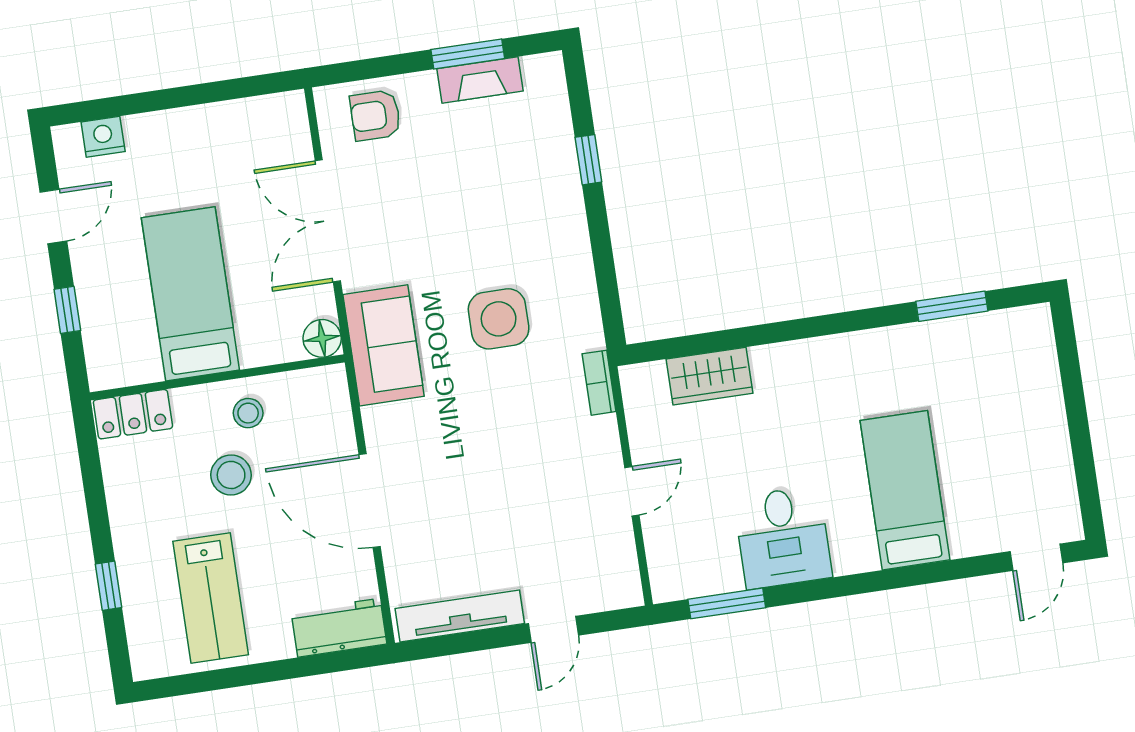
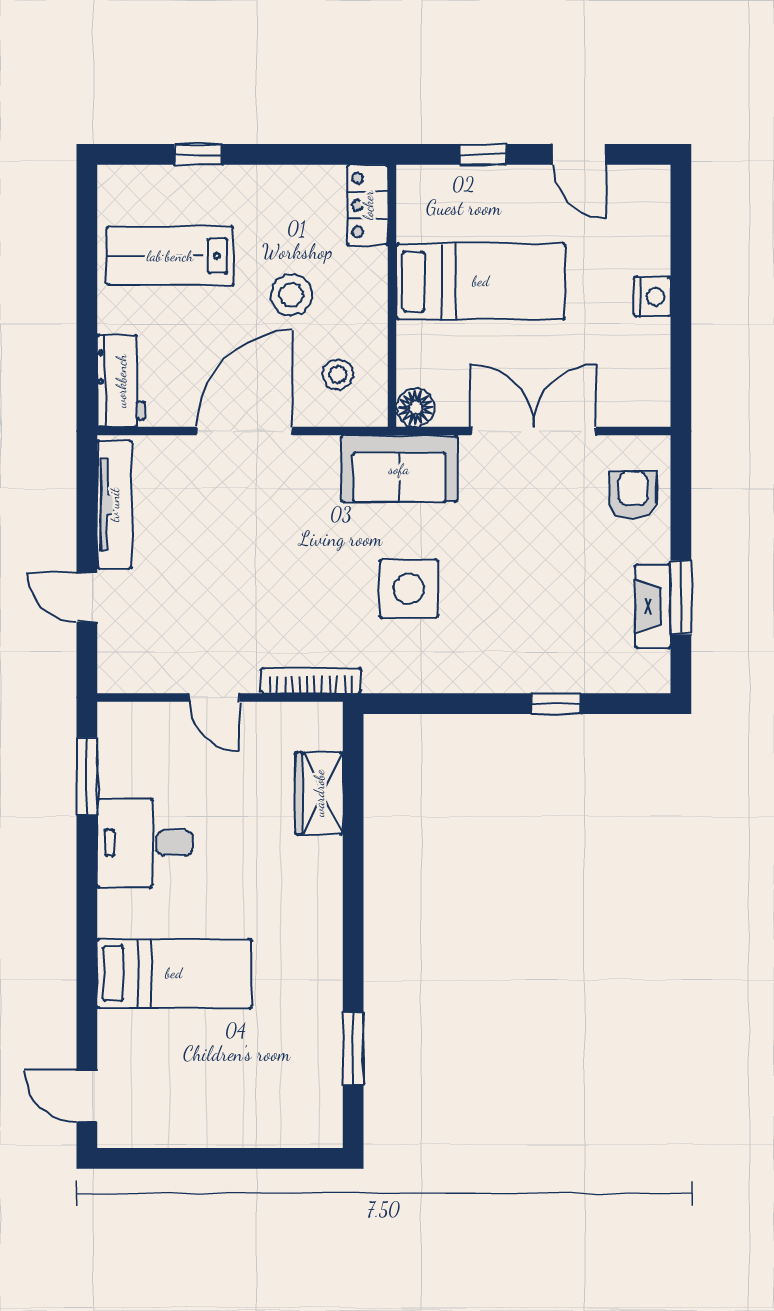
nightstand: (103, 137) -> (652, 296), moved
bookcase: (599, 383) -> (311, 681), width x1.56
stool: (248, 413) -> (338, 375), moved

